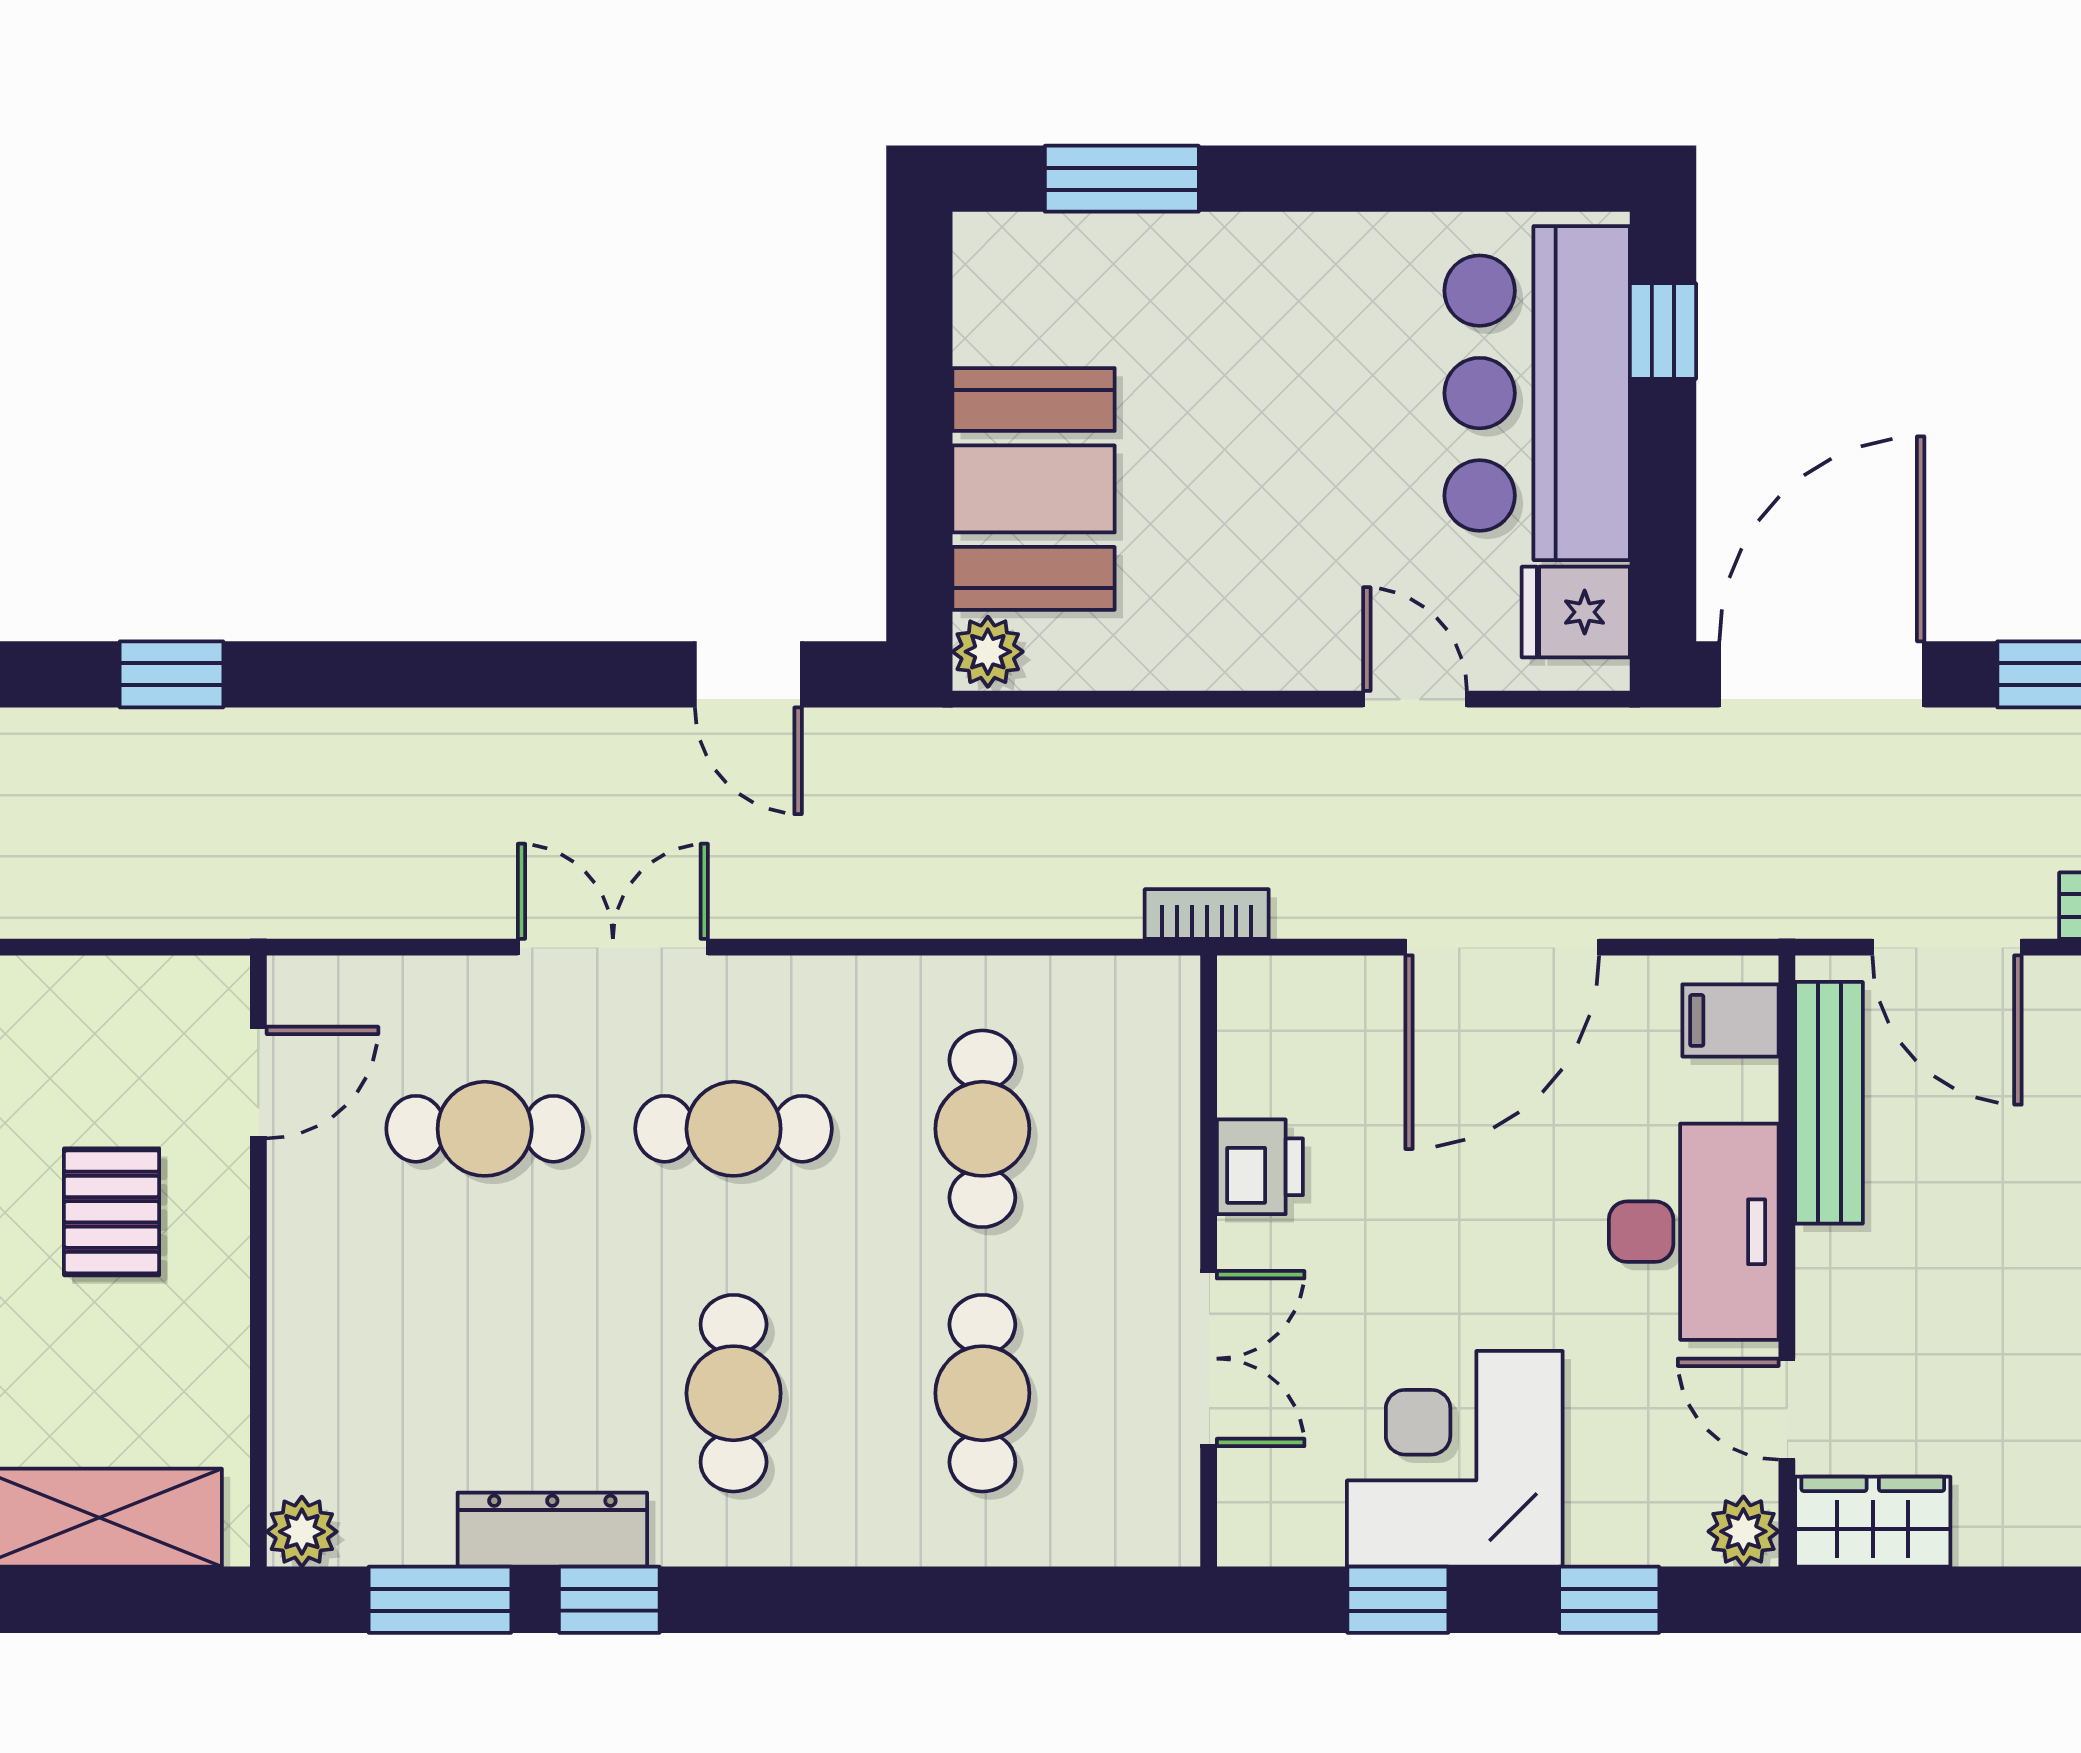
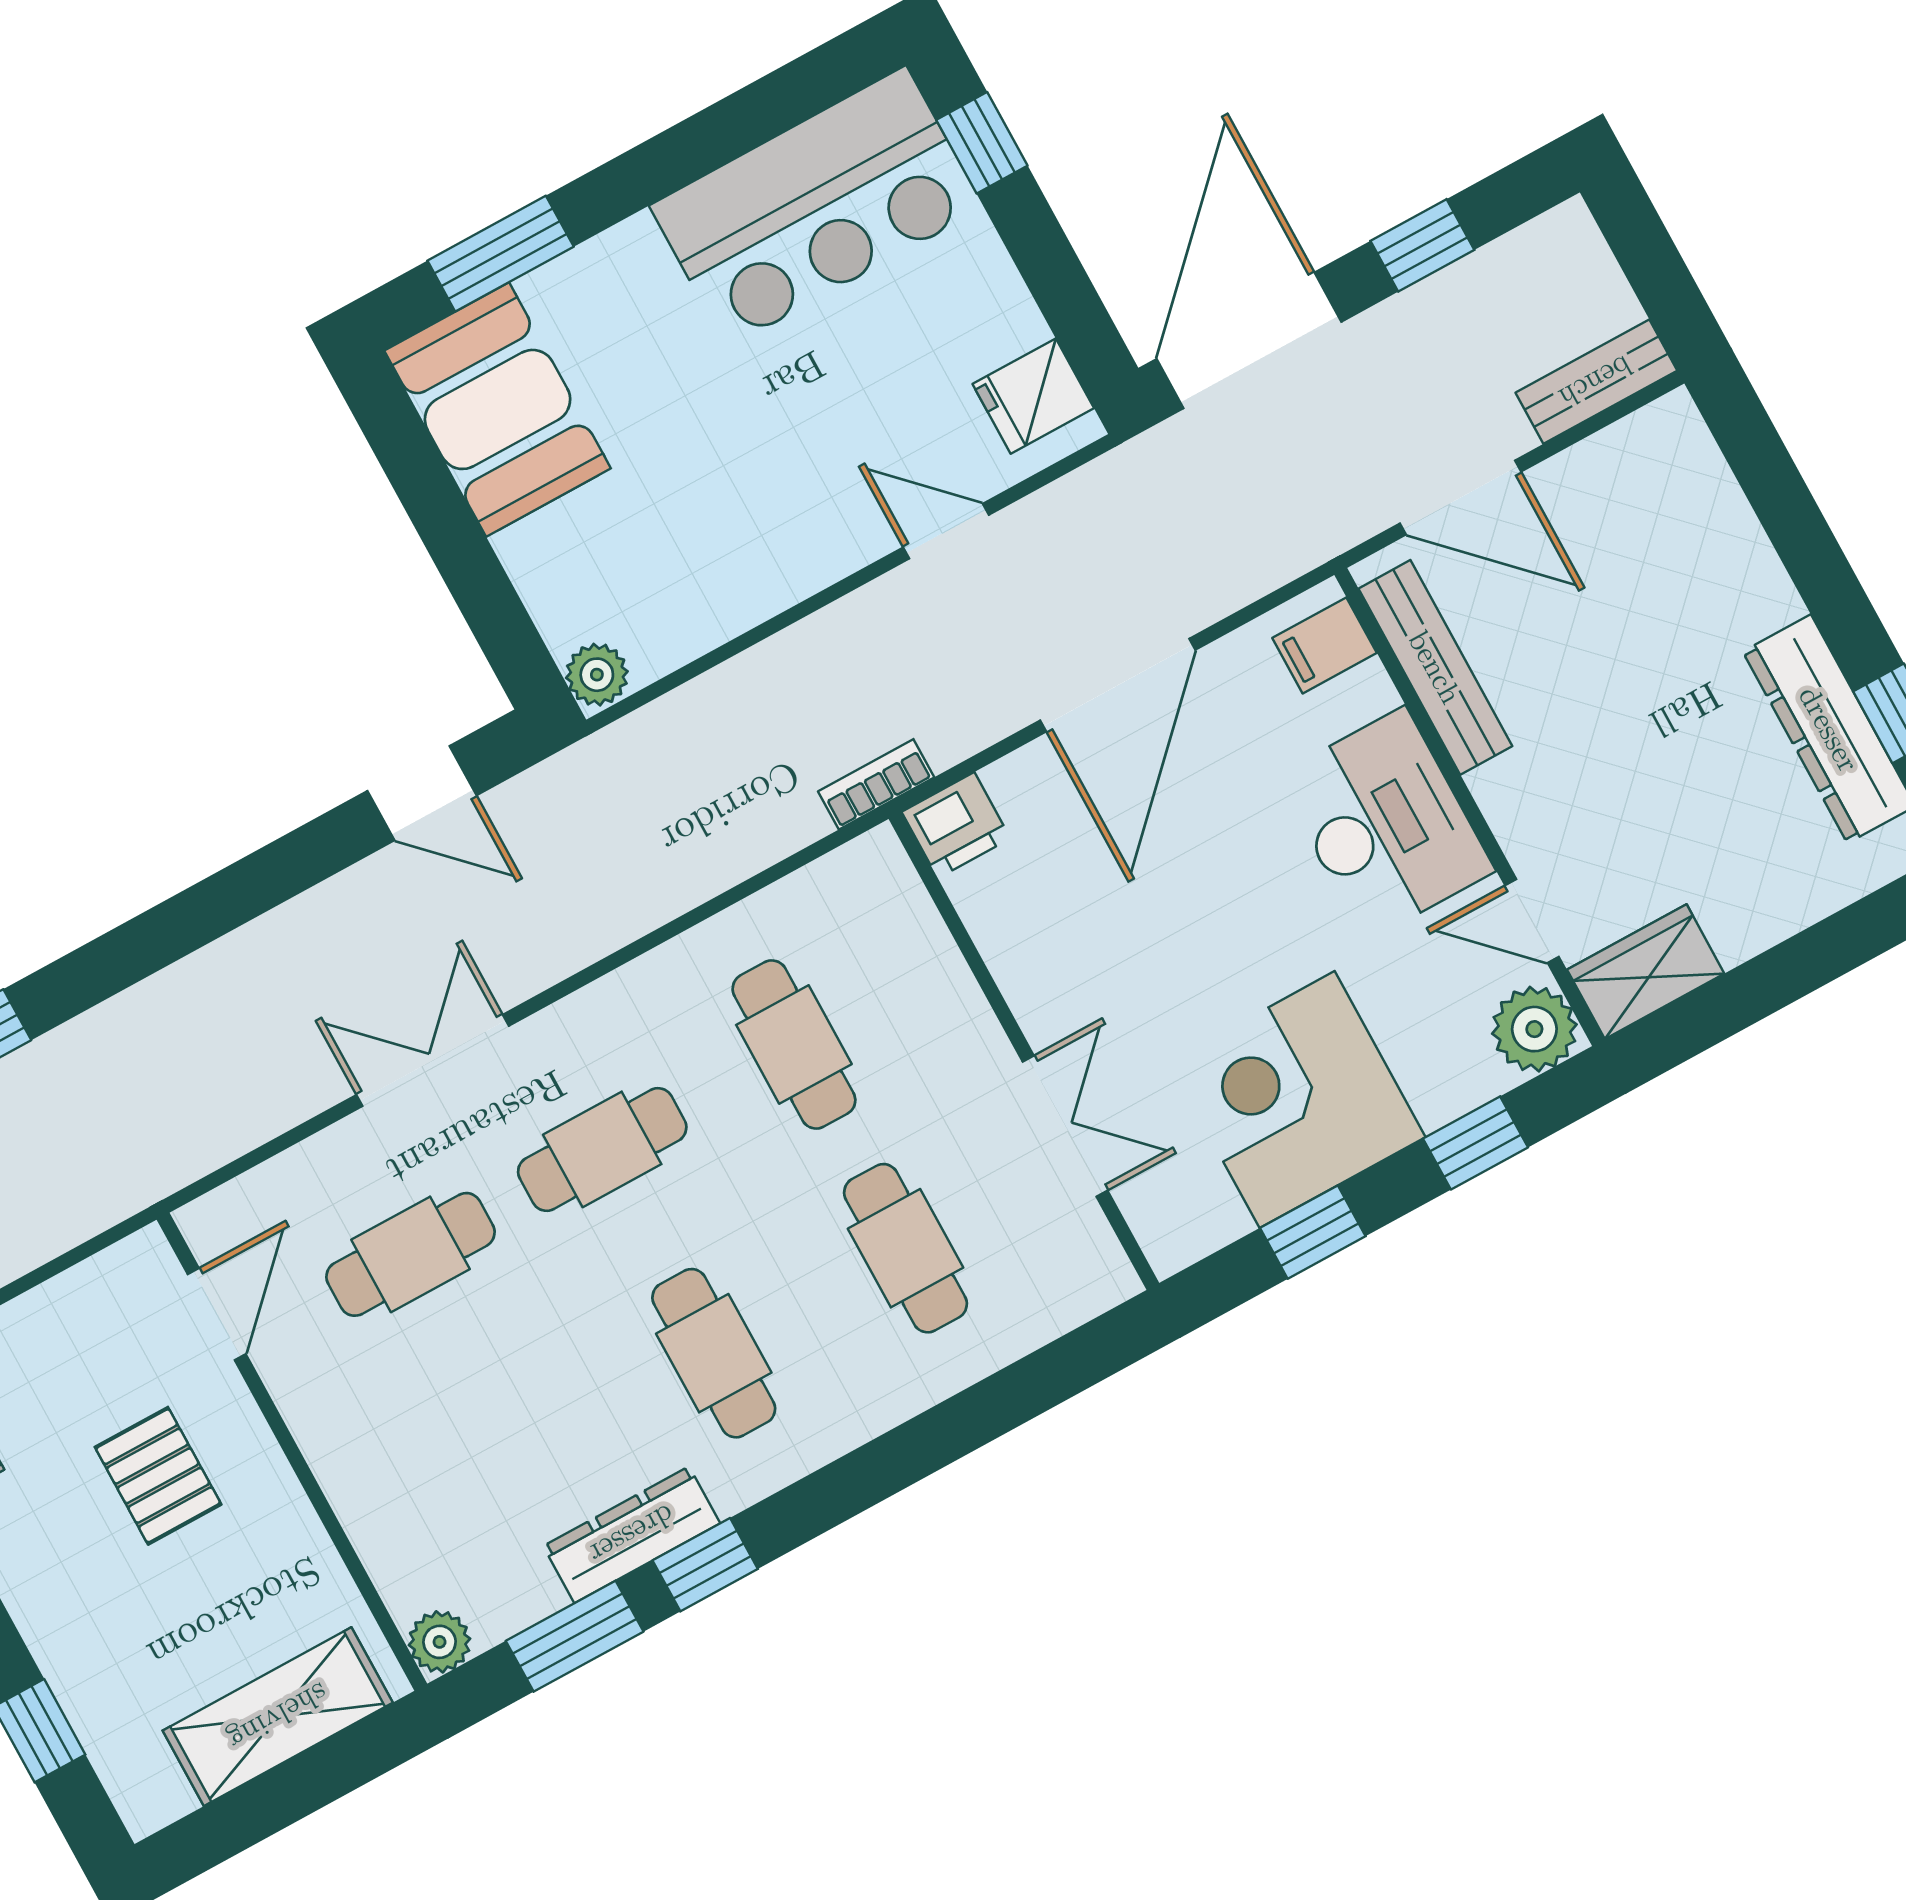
bar counter: (1537, 393) -> (816, 207), moved, turned -90
booth: (1034, 489) -> (498, 409), moved
printer: (1260, 1167) -> (956, 825), moved, turned 90
plant: (1743, 1531) -> (1534, 1029), width x1.38, depth x1.38

